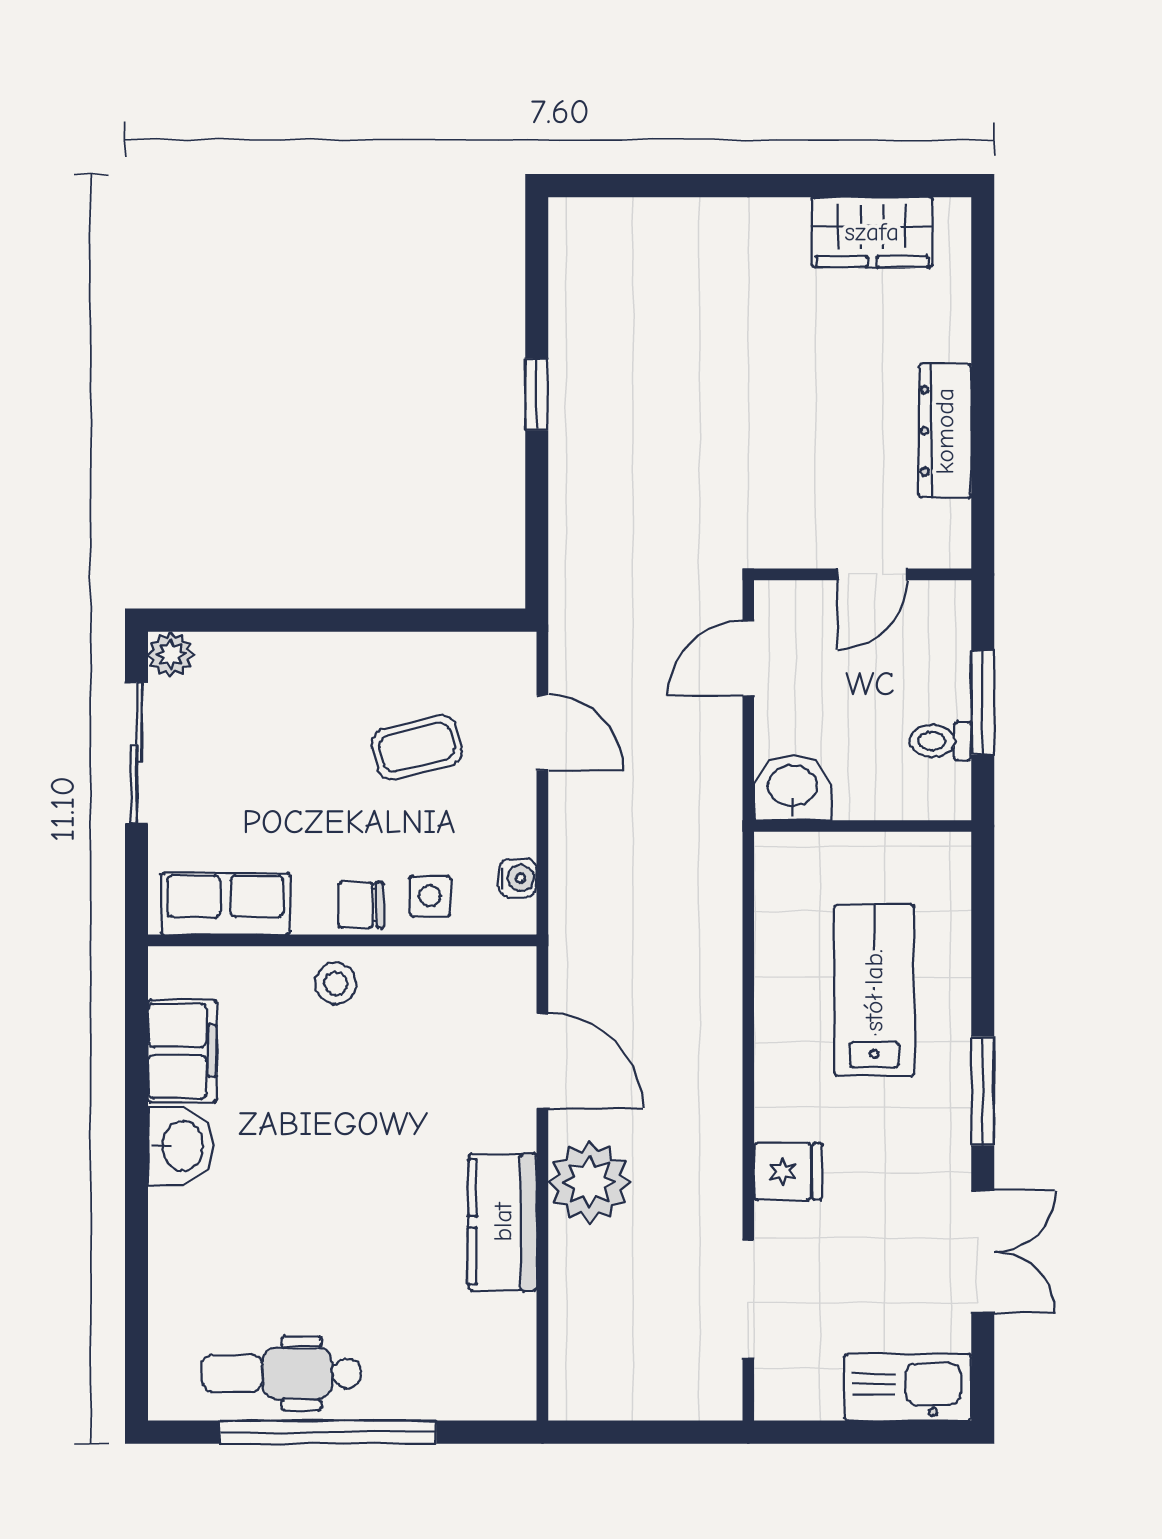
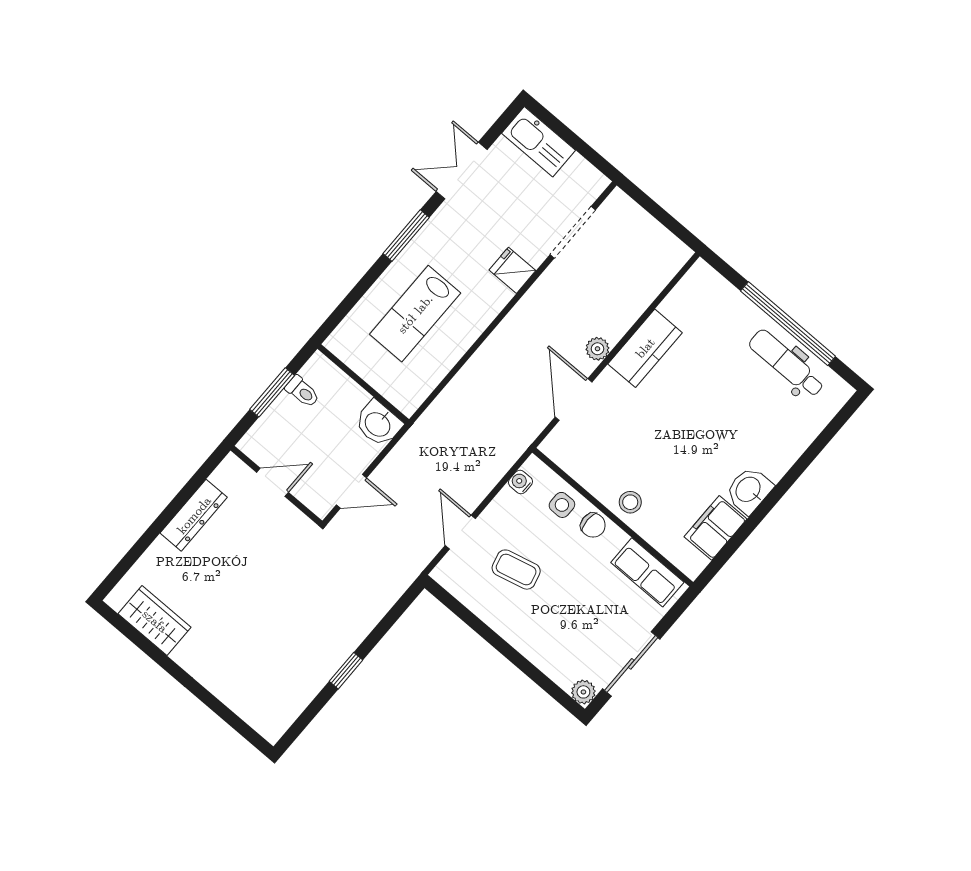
plant: (589, 1182) -> (597, 349), width x0.53, depth x0.53
dental chair: (281, 1373) -> (787, 363), turned 180

